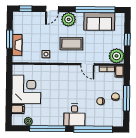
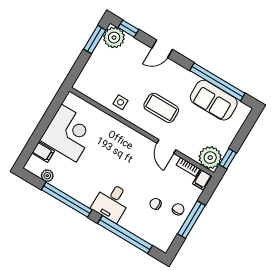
plant: (69, 19) -> (114, 38), moved
window: (10, 39) -> (95, 40), moved
window: (127, 40) -> (228, 159), moved
fireplace: (17, 45) -> (90, 69), removed

